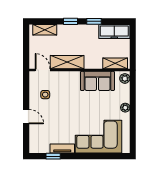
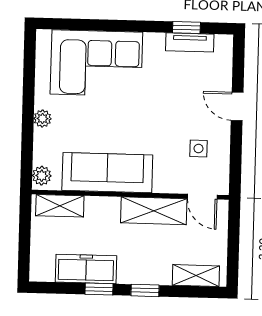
freezer: (114, 32) -> (86, 269), moved
sofa: (97, 81) -> (107, 173), width x1.36
tv unit: (62, 149) -> (190, 42), moved

